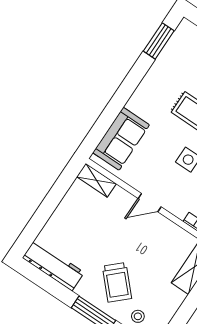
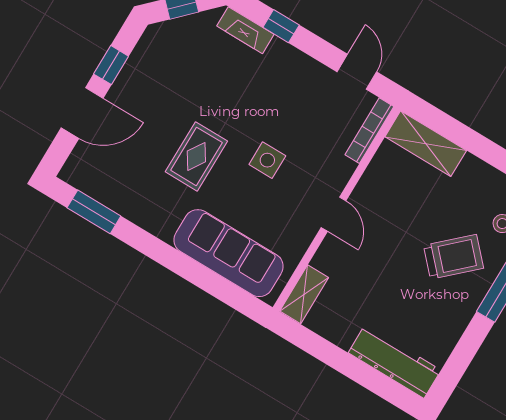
sofa: (121, 139) -> (229, 253), width x1.36
workbench: (53, 265) -> (395, 361), moved, turned 90

